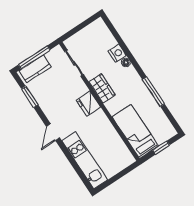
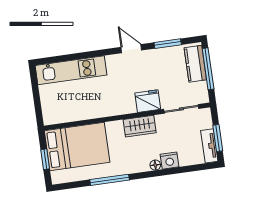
window: (83, 25) -> (218, 138), added
tv unit: (92, 29) -> (209, 146), added
fridge: (89, 104) -> (148, 101), moved
bed: (135, 131) -> (77, 146), width x1.50
door: (53, 132) -> (131, 49), moved

